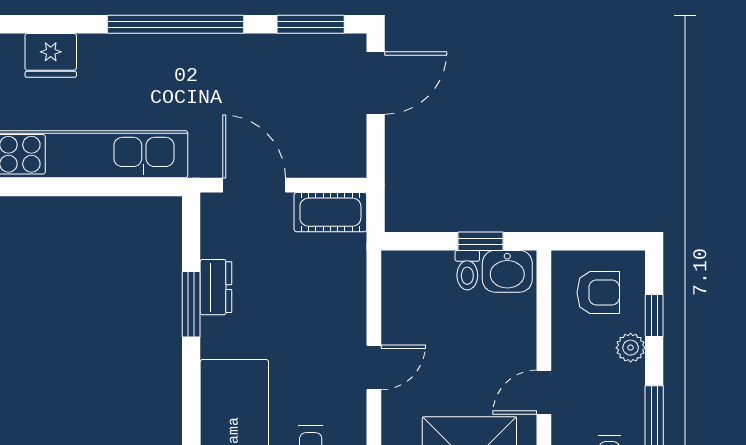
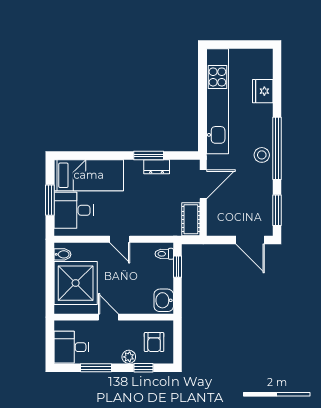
stool: (190, 57) -> (262, 155), added
window: (481, 241) -> (178, 267), moved
toilet: (467, 270) -> (164, 254), moved

